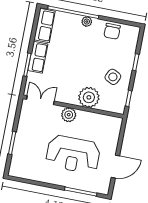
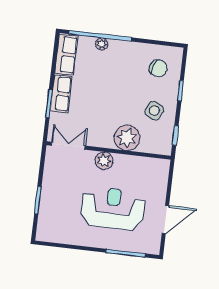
plant: (87, 22) -> (102, 44), moved
chair: (112, 31) -> (158, 68), moved, turned -71
reception desk: (73, 154) -> (113, 209), turned 180

